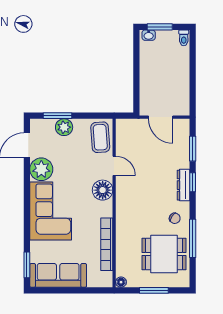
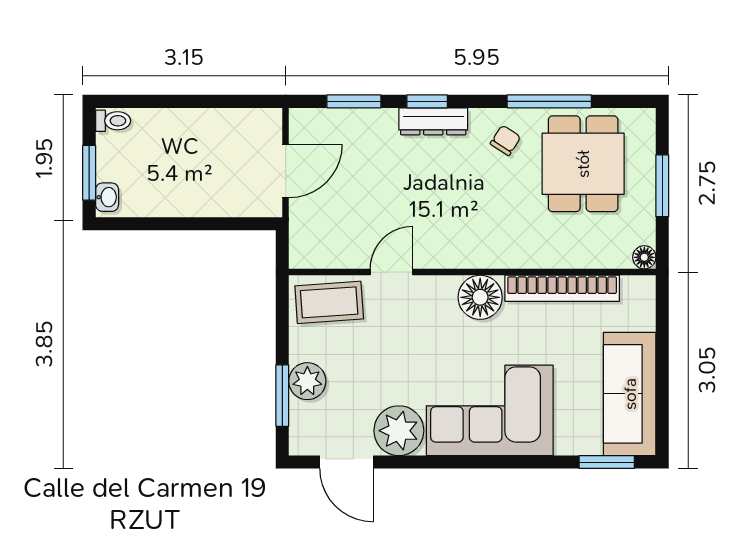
floor lamp: (103, 190) -> (480, 297), moved

